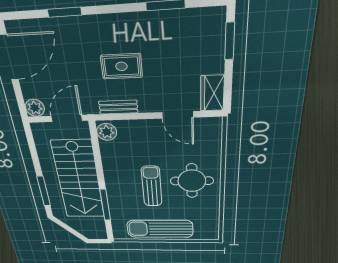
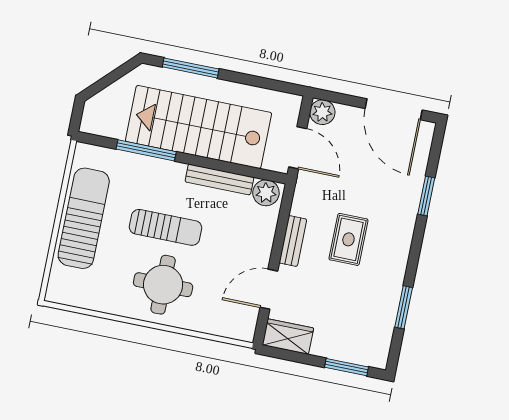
bench: (118, 107) -> (293, 241), moved
bench: (108, 162) -> (219, 179), added

